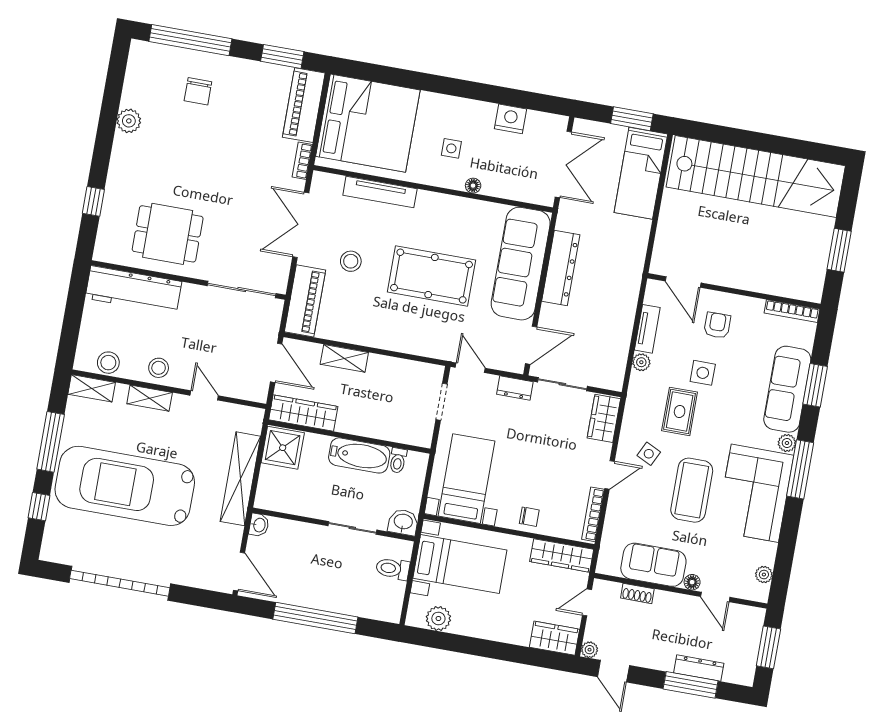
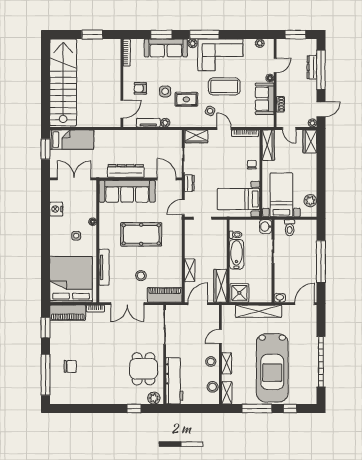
plant: (129, 121) -> (154, 398), moved
pool table: (432, 276) -> (141, 234), turned 90
window: (691, 685) -> (321, 70), width x1.46

